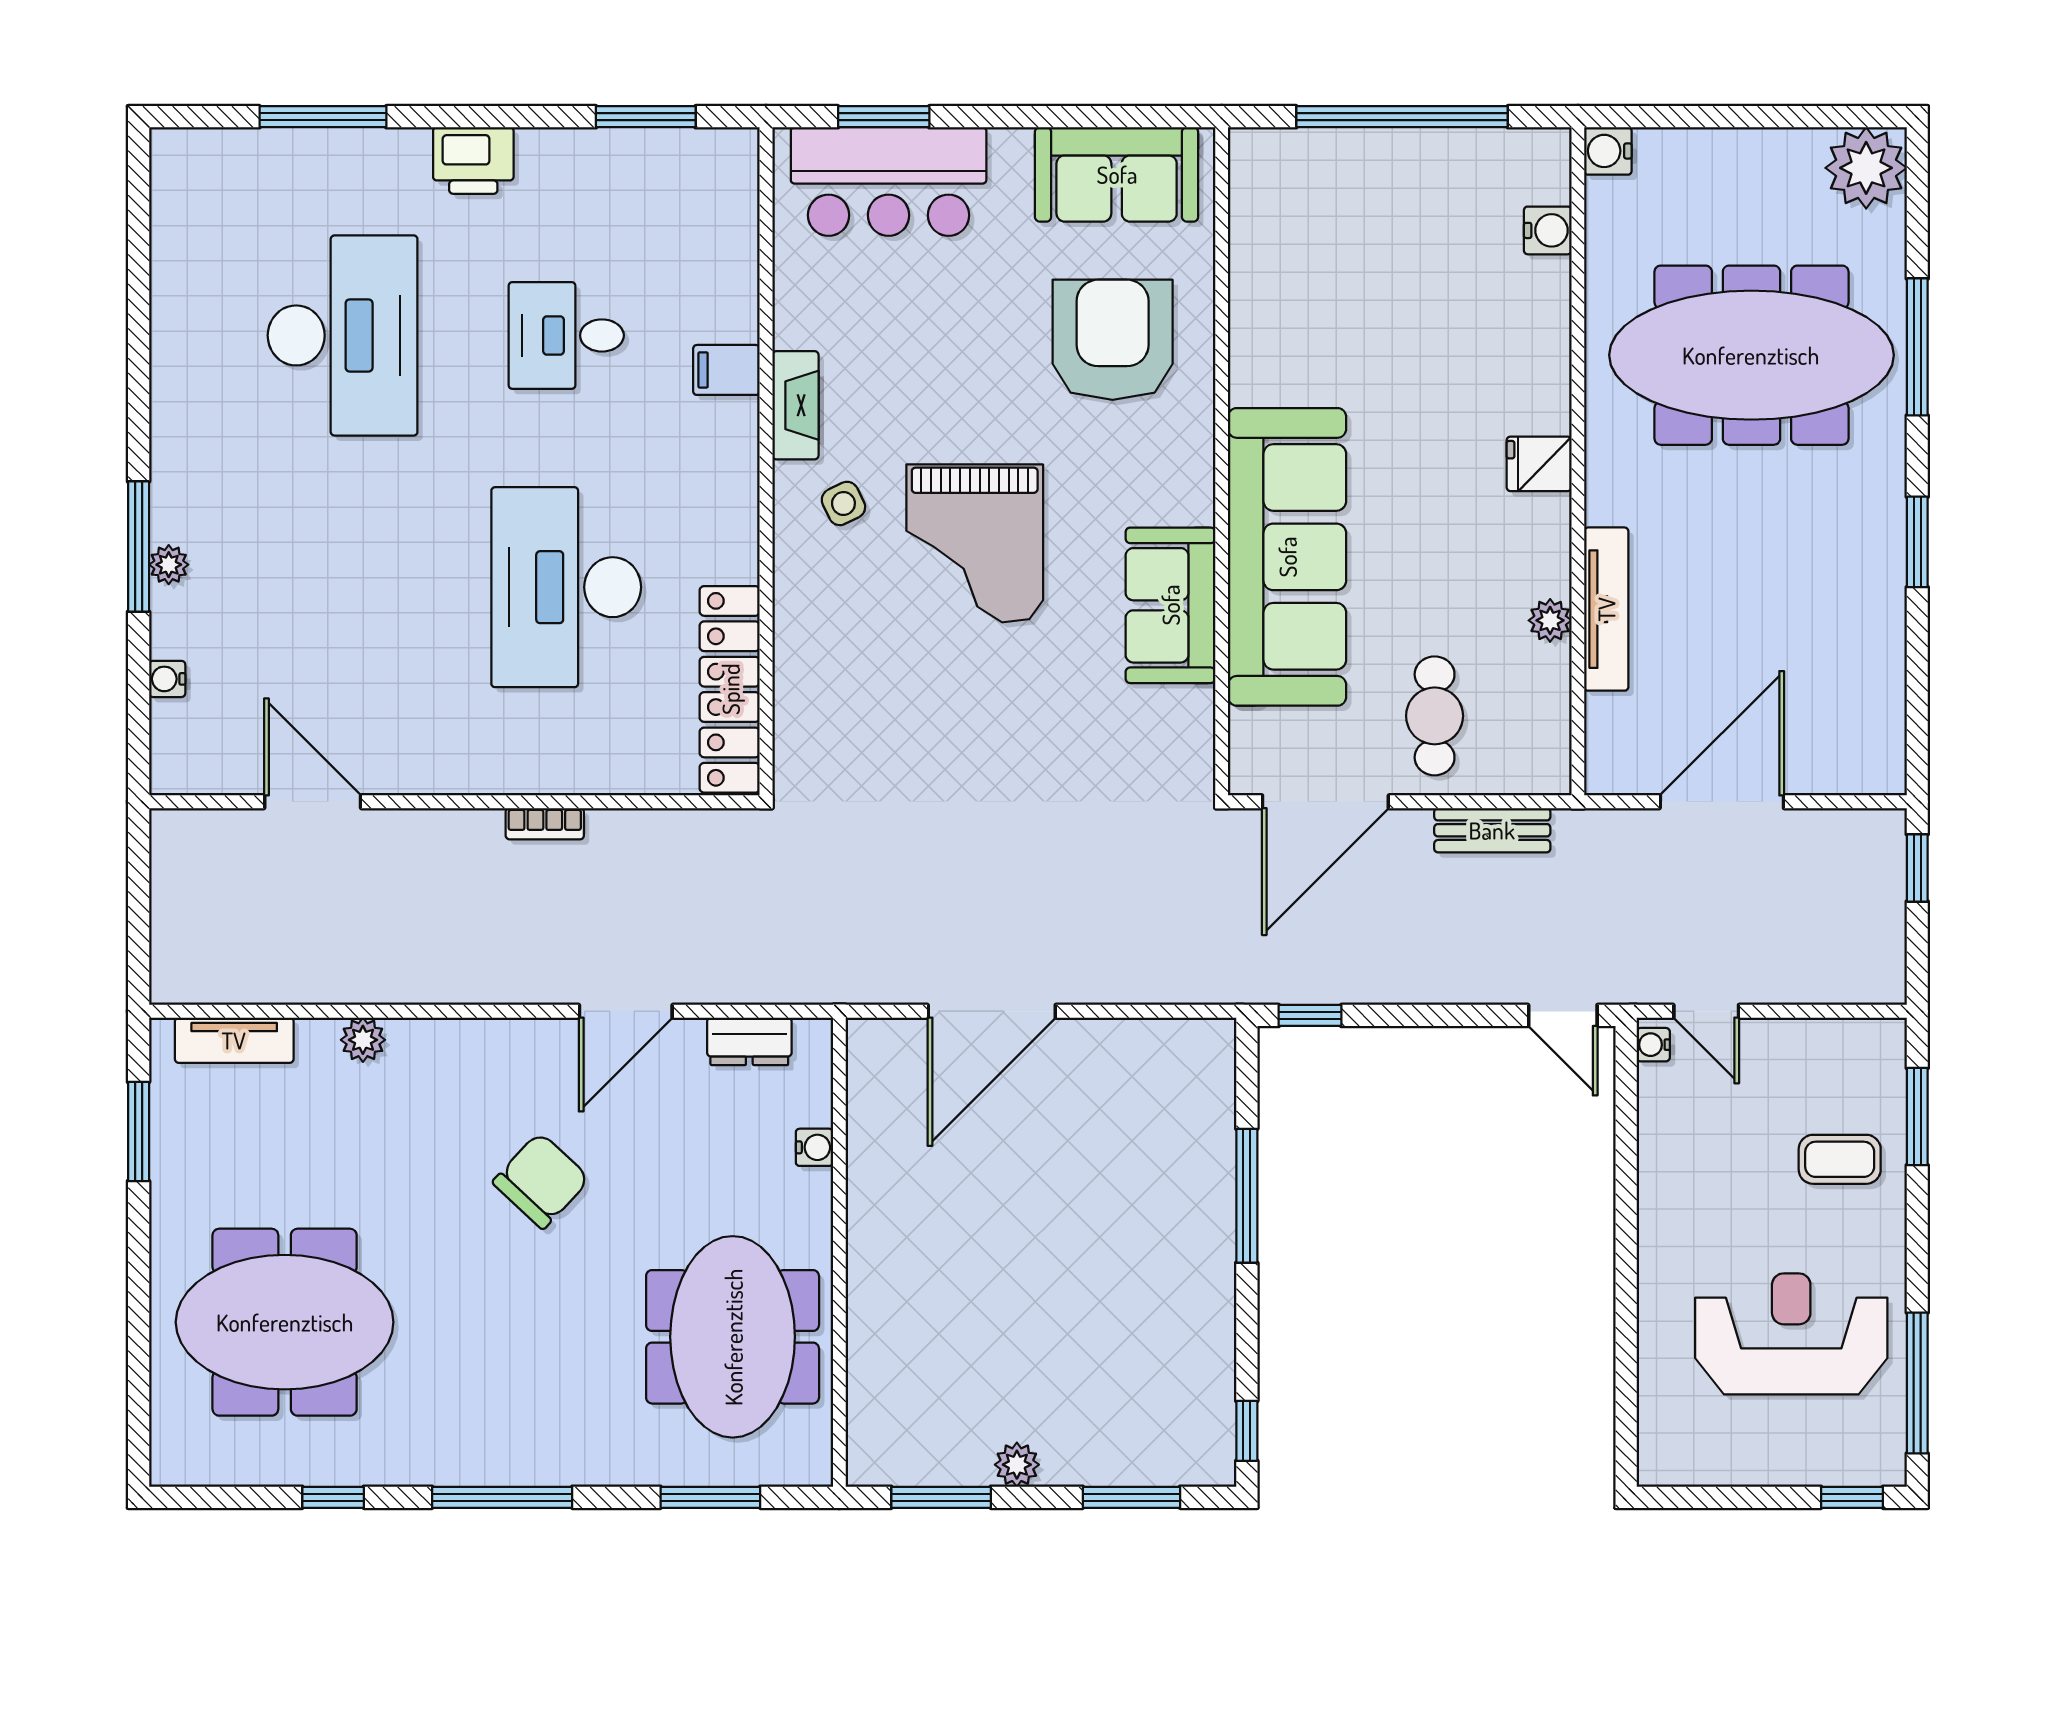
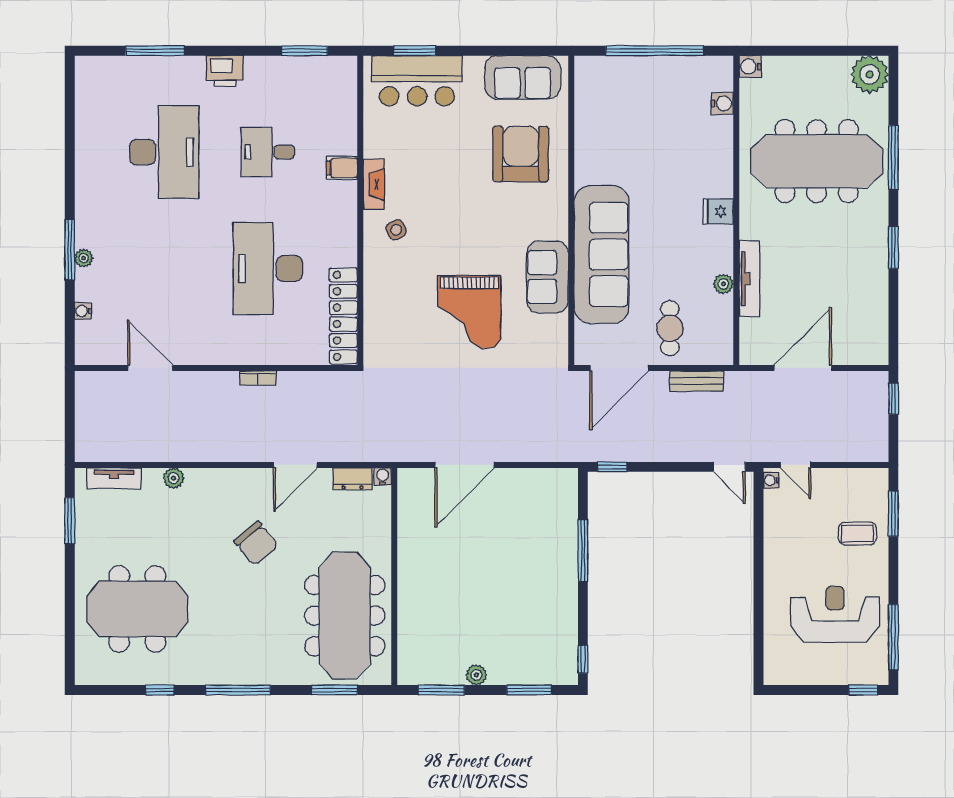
grand piano: (975, 543) -> (469, 312), moved
water cooler: (814, 1147) -> (383, 476), moved, turned -90
chair: (541, 1181) -> (256, 543), turned 97
meeting table: (733, 1337) -> (345, 616), width x1.36

